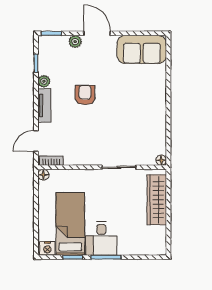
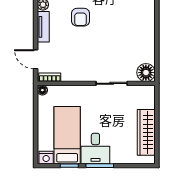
armchair: (85, 95) -> (80, 17), turned 180
door: (36, 141) -> (36, 59), hinge flipped
floor lamp: (161, 160) -> (146, 73), width x1.89, depth x1.89
wardrobe: (157, 200) -> (146, 132), moved

